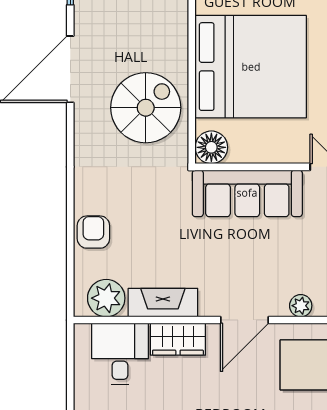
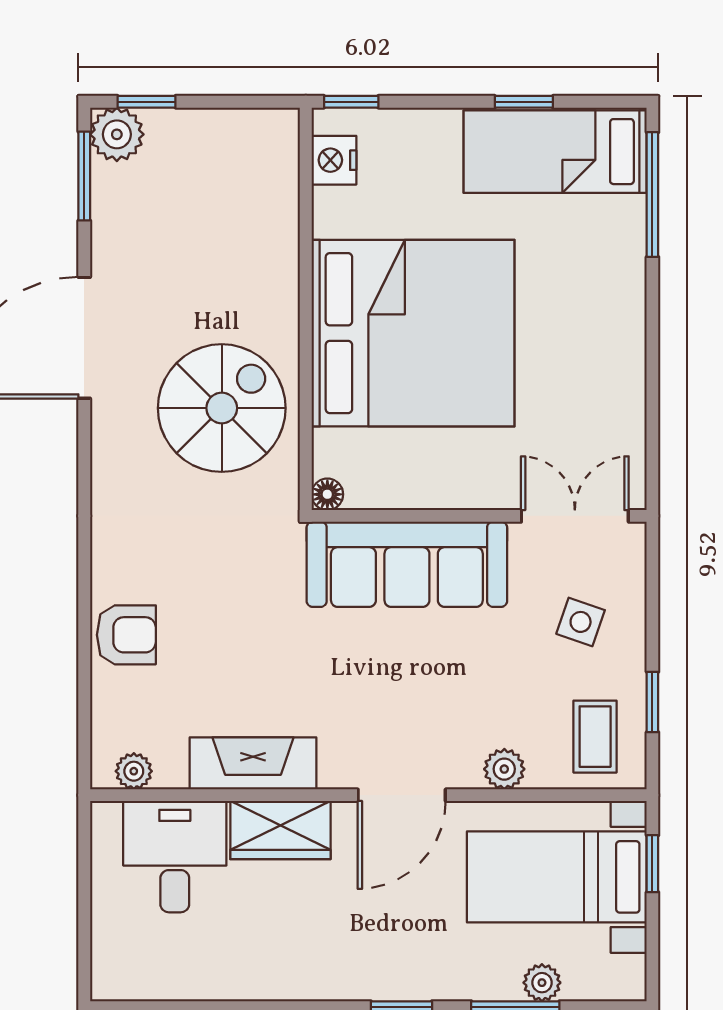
floor lamp: (211, 147) -> (327, 494), width x0.53, depth x0.53
armchair: (93, 232) -> (126, 635), turned 90
plant: (106, 298) -> (134, 771), width x0.53, depth x0.53

